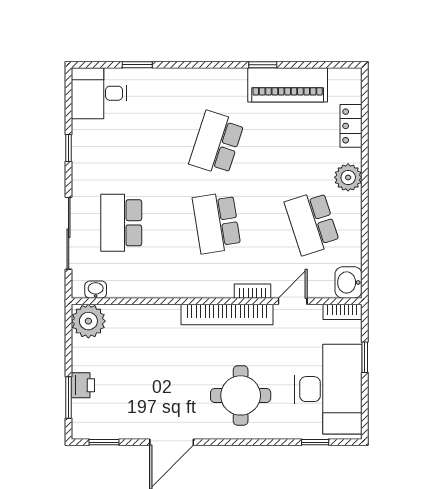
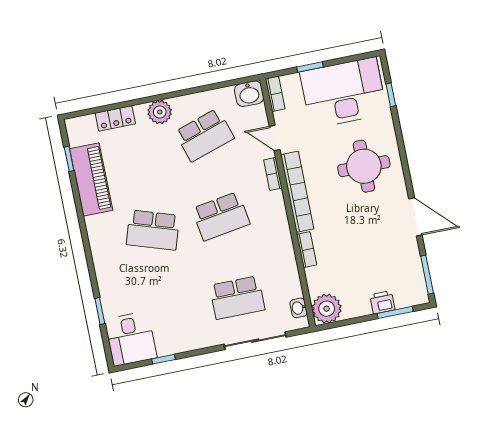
window: (263, 65) -> (69, 159), moved
window: (69, 148) -> (163, 359), moved
bookcase: (160, 312) -> (307, 250), added
window: (104, 442) -> (427, 275), width x1.50

